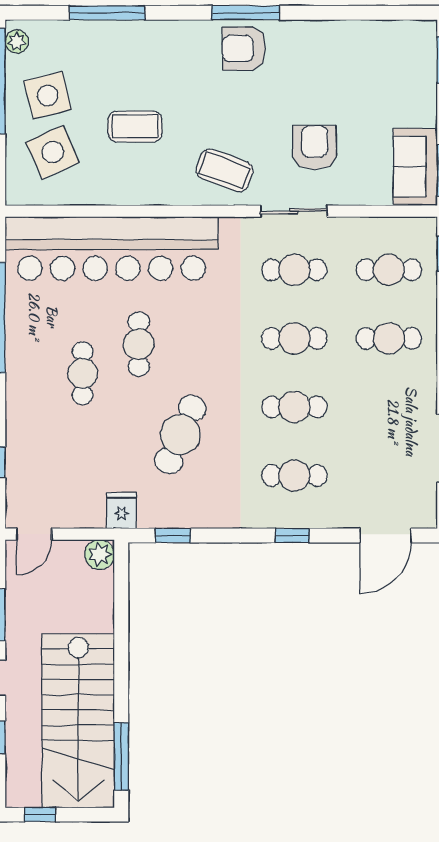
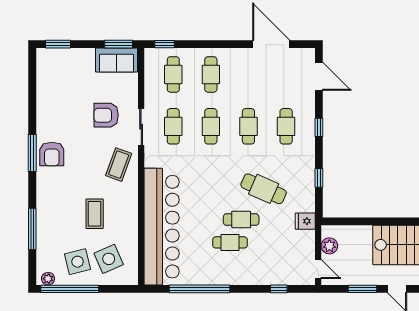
cafe table: (139, 344) -> (241, 220), moved
window: (173, 535) -> (319, 178), moved
plant: (100, 555) -> (329, 246), moved

